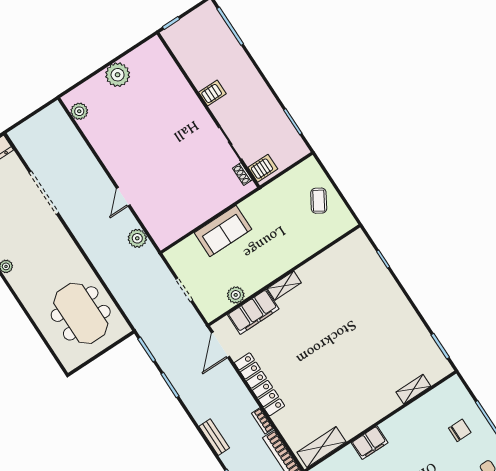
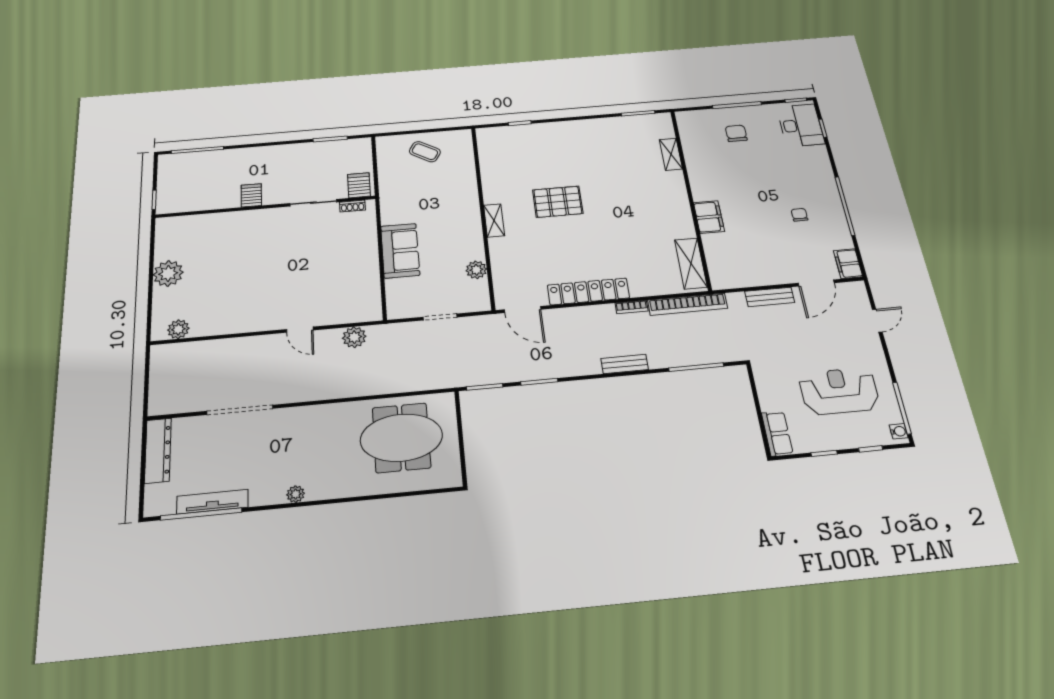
filing cabinet: (253, 312) -> (505, 262), removed
pallet: (325, 324) -> (558, 202), added

